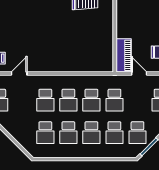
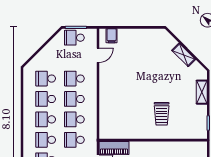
door: (19, 73) -> (98, 55), hinge flipped

